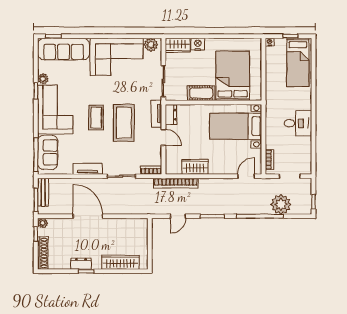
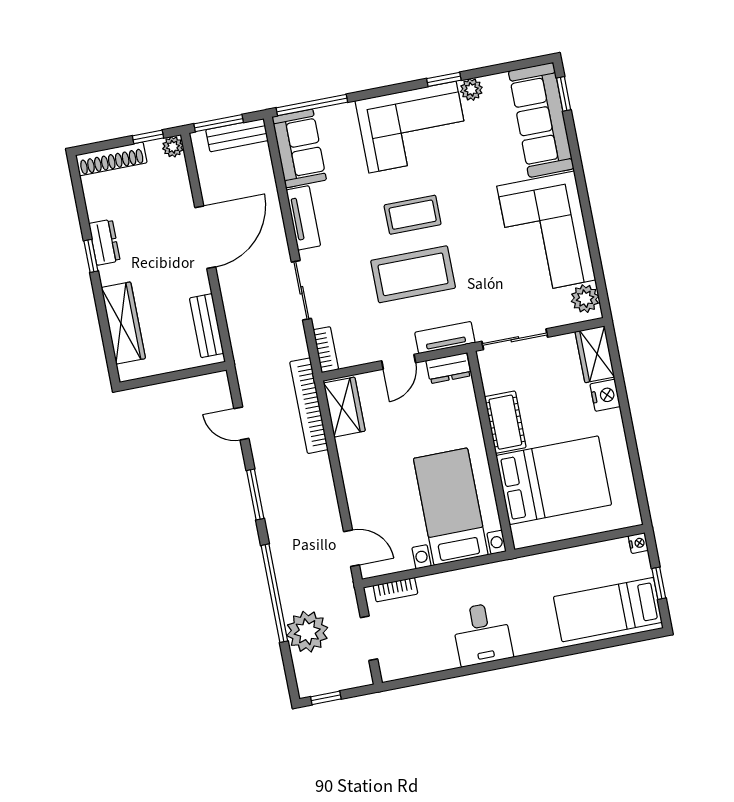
sofa: (48, 152) -> (299, 148), moved, turned -90
wardrobe: (195, 167) -> (344, 407), moved
bench: (129, 224) -> (207, 326), added

